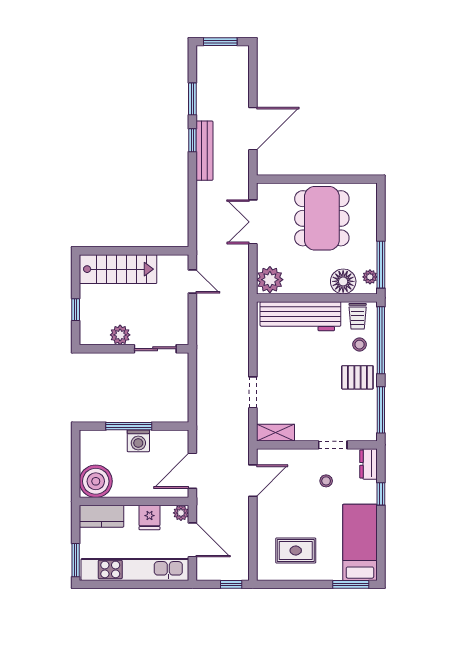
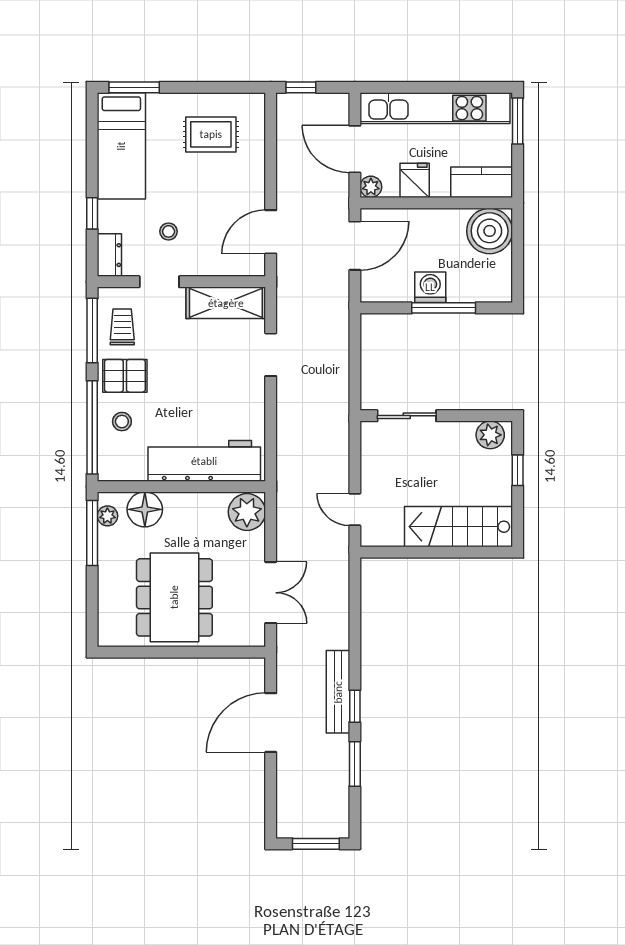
trolley: (358, 316) -> (122, 327), moved
plant: (120, 335) -> (490, 435), moved
shelving: (276, 433) -> (226, 303), width x1.50, depth x1.33

